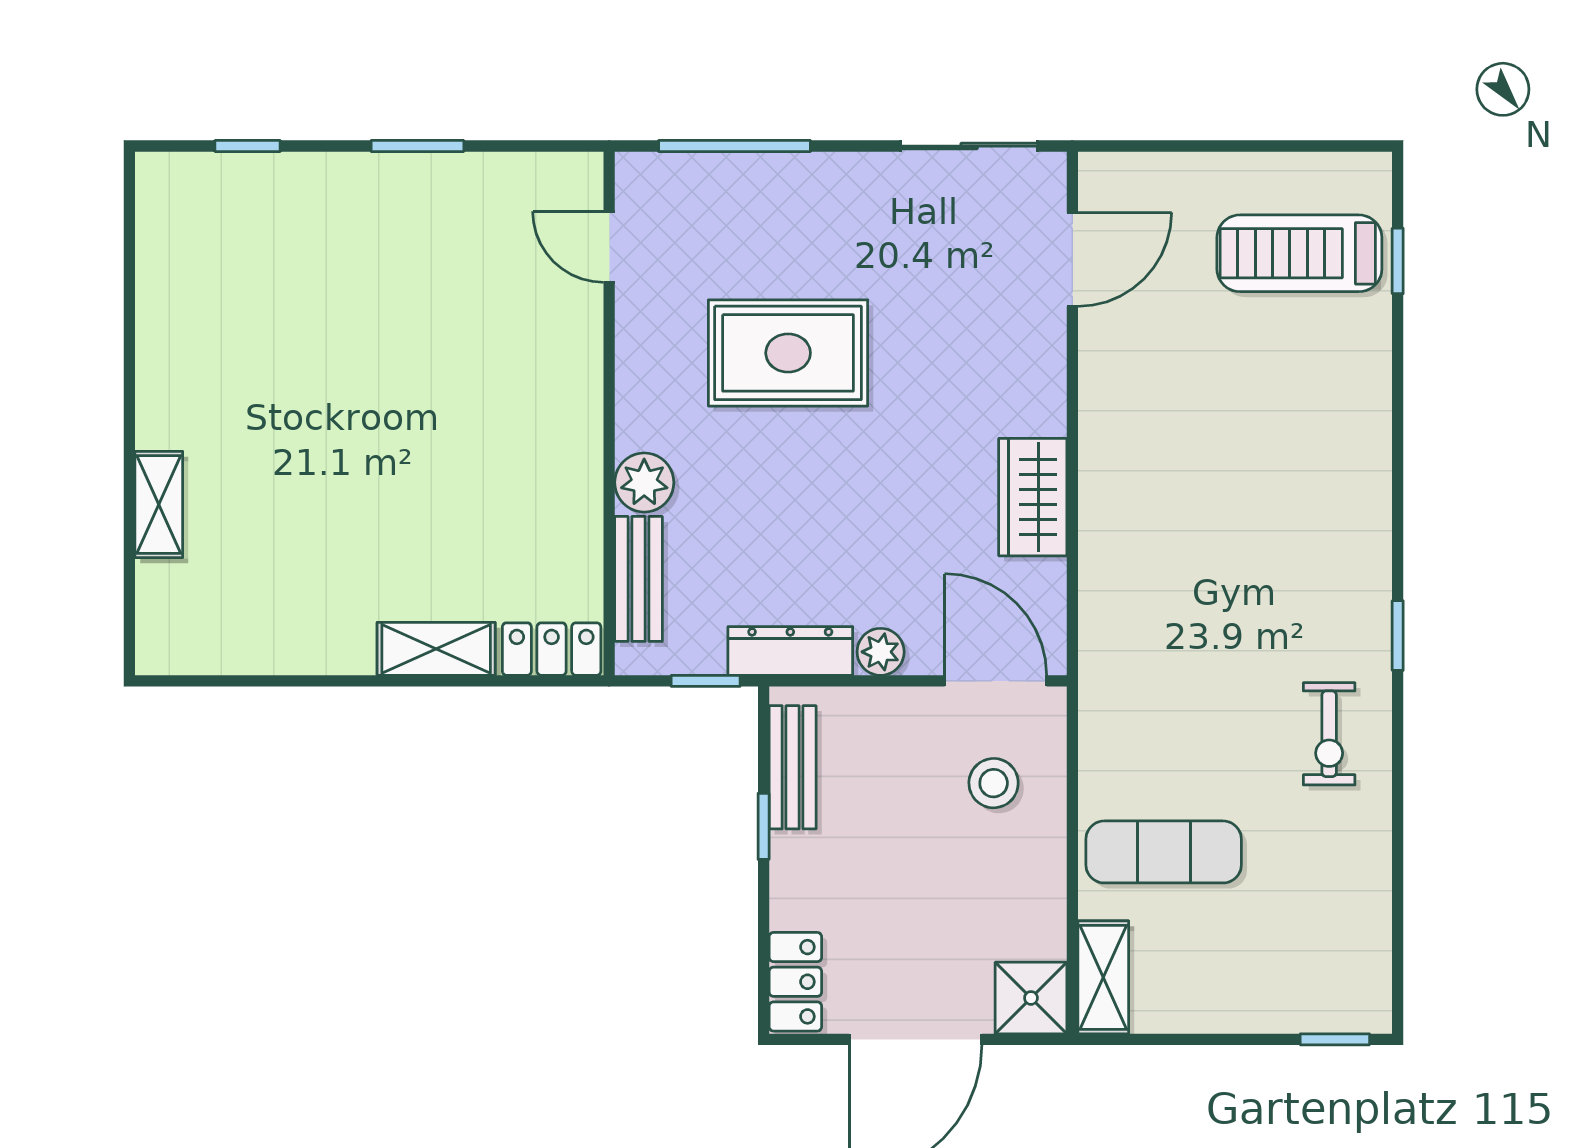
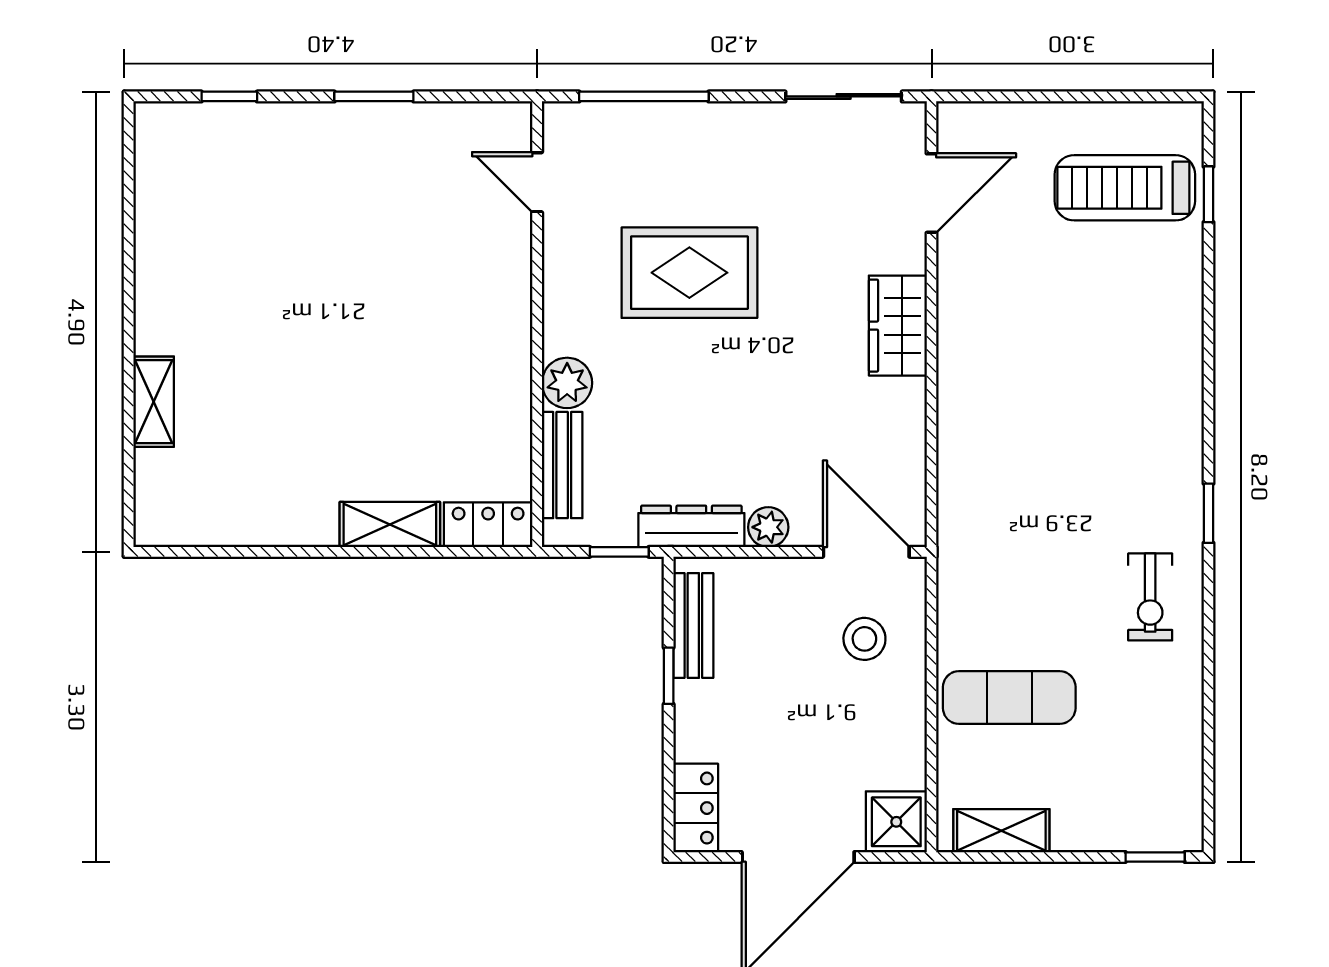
wardrobe: (1033, 497) -> (898, 326), moved
shelving: (1103, 977) -> (1001, 831), moved, turned 90

